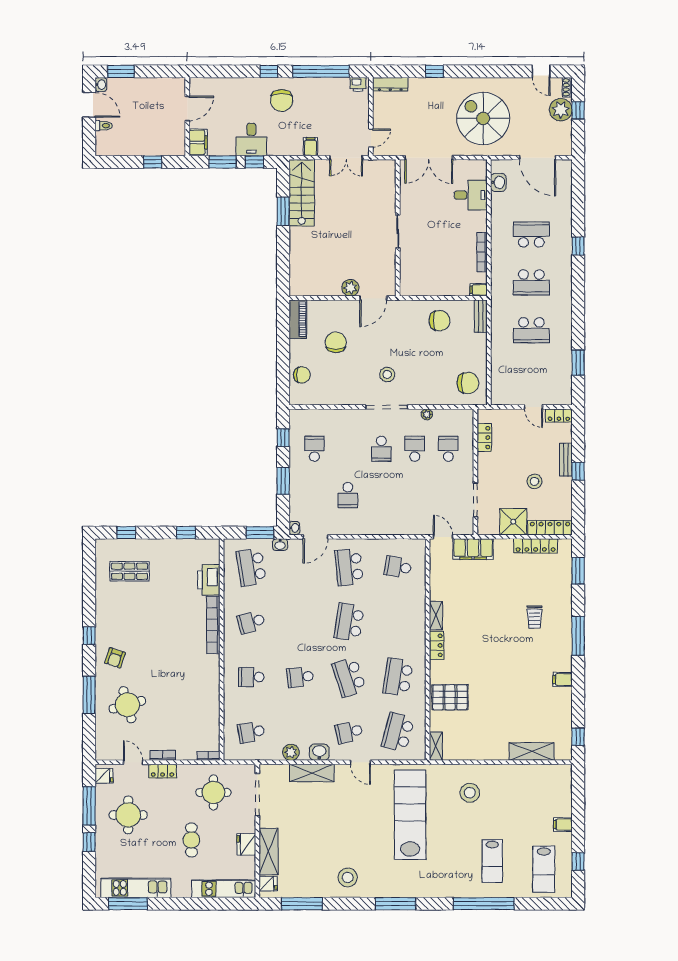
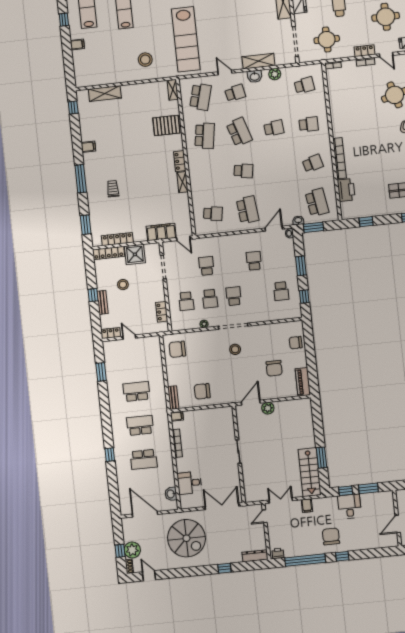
filing cabinet: (198, 142) -> (387, 501), removed
school desk: (415, 495) -> (206, 266), added
school desk: (349, 622) -> (243, 171), width x0.54

